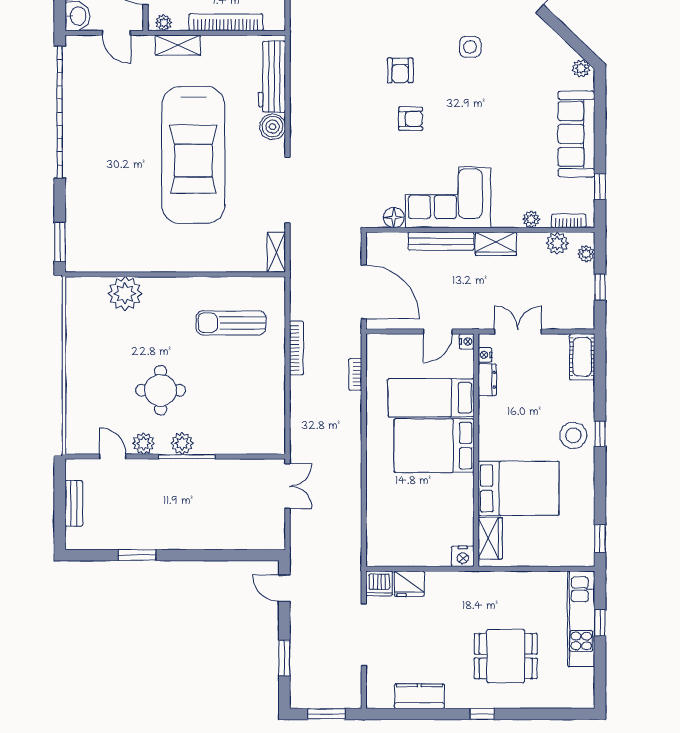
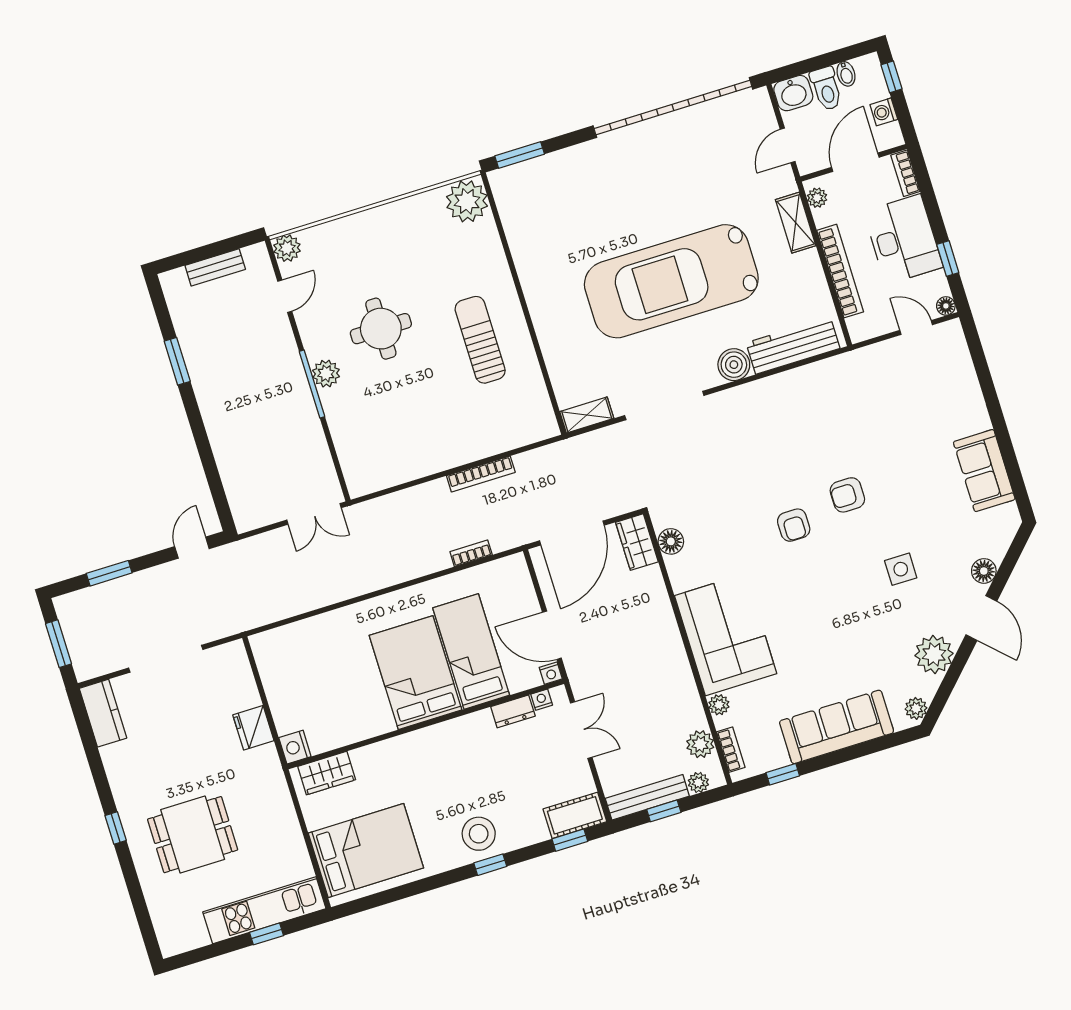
plant: (544, 42) -> (934, 654), added
corner sofa: (448, 198) -> (726, 635), moved
bench: (441, 241) -> (647, 797), moved, turned 90
wardrobe: (496, 244) -> (637, 542), moved
plant: (125, 294) -> (467, 201), moved
sun lounger: (231, 323) -> (480, 340), moved
door: (438, 332) -> (552, 635), width x1.38
plant: (144, 443) -> (287, 248), moved
bed: (519, 488) -> (366, 851), moved, turned -90
window: (600, 539) -> (570, 840), moved
dishwasher: (379, 583) -> (232, 658), removed
fridge: (409, 584) -> (253, 728), moved
dining table: (506, 656) -> (193, 835), turned 90
kitchen counter: (419, 696) -> (103, 713), moved

